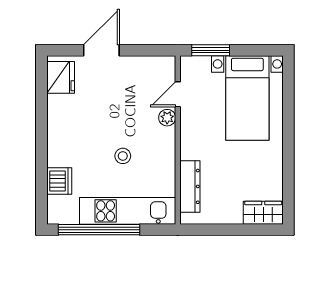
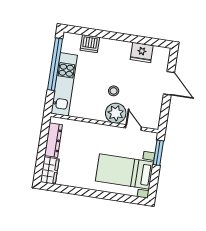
fridge: (61, 77) -> (142, 52), moved
plant: (167, 118) -> (116, 113), width x1.87, depth x1.87
stool: (123, 156) -> (114, 91), moved
dresser: (190, 186) -> (53, 140), moved, turned -90

